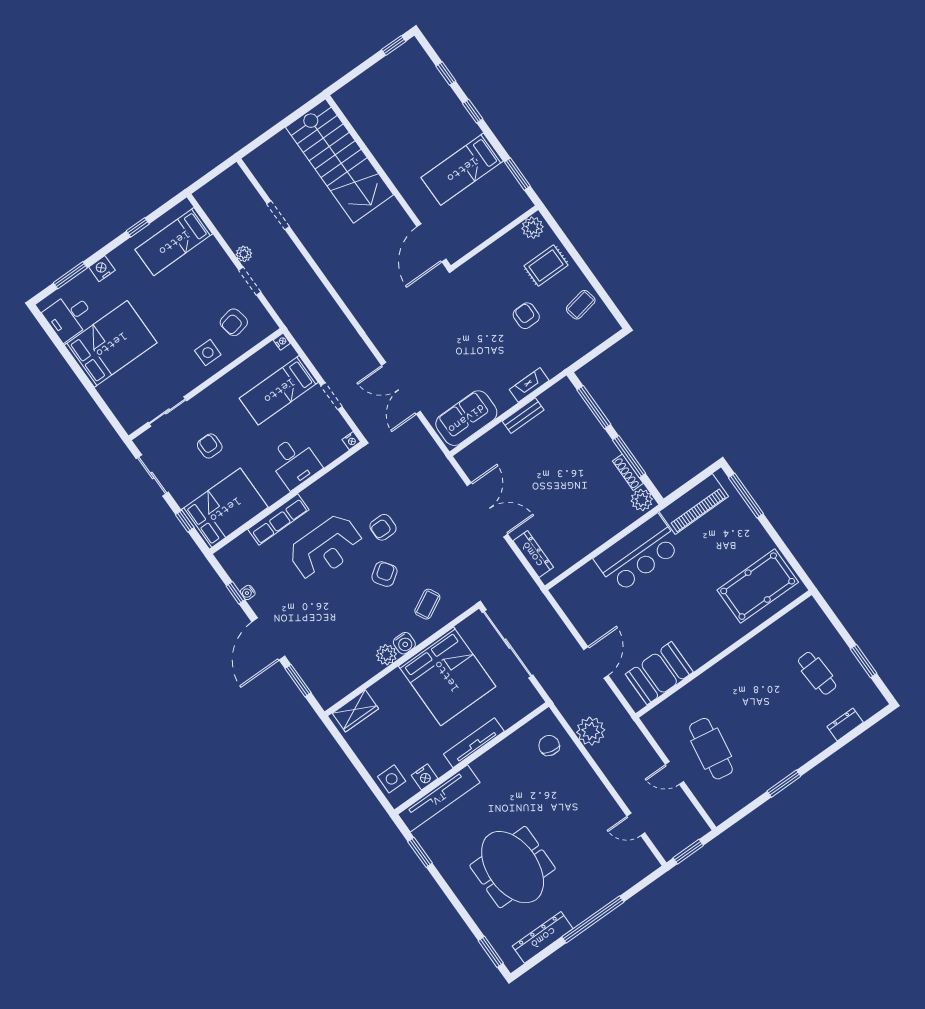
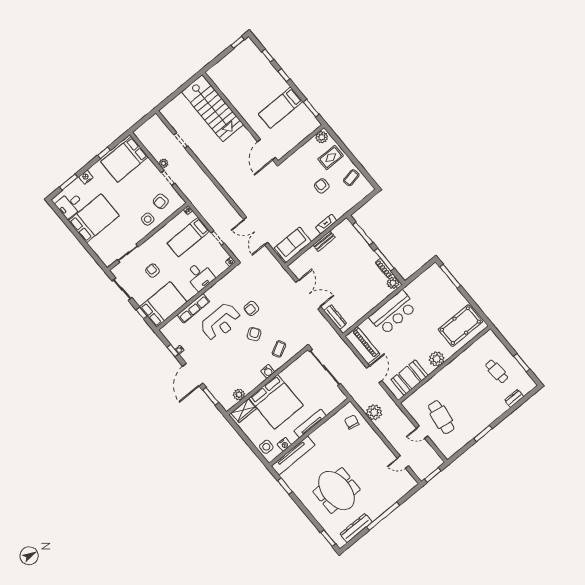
bed: (174, 242) -> (124, 159), width x1.50
piano: (694, 504) -> (363, 345), moved, turned -90
plant: (711, 643) -> (437, 359), added
plant: (386, 655) -> (239, 395), moved
bed: (447, 676) -> (276, 402), moved

